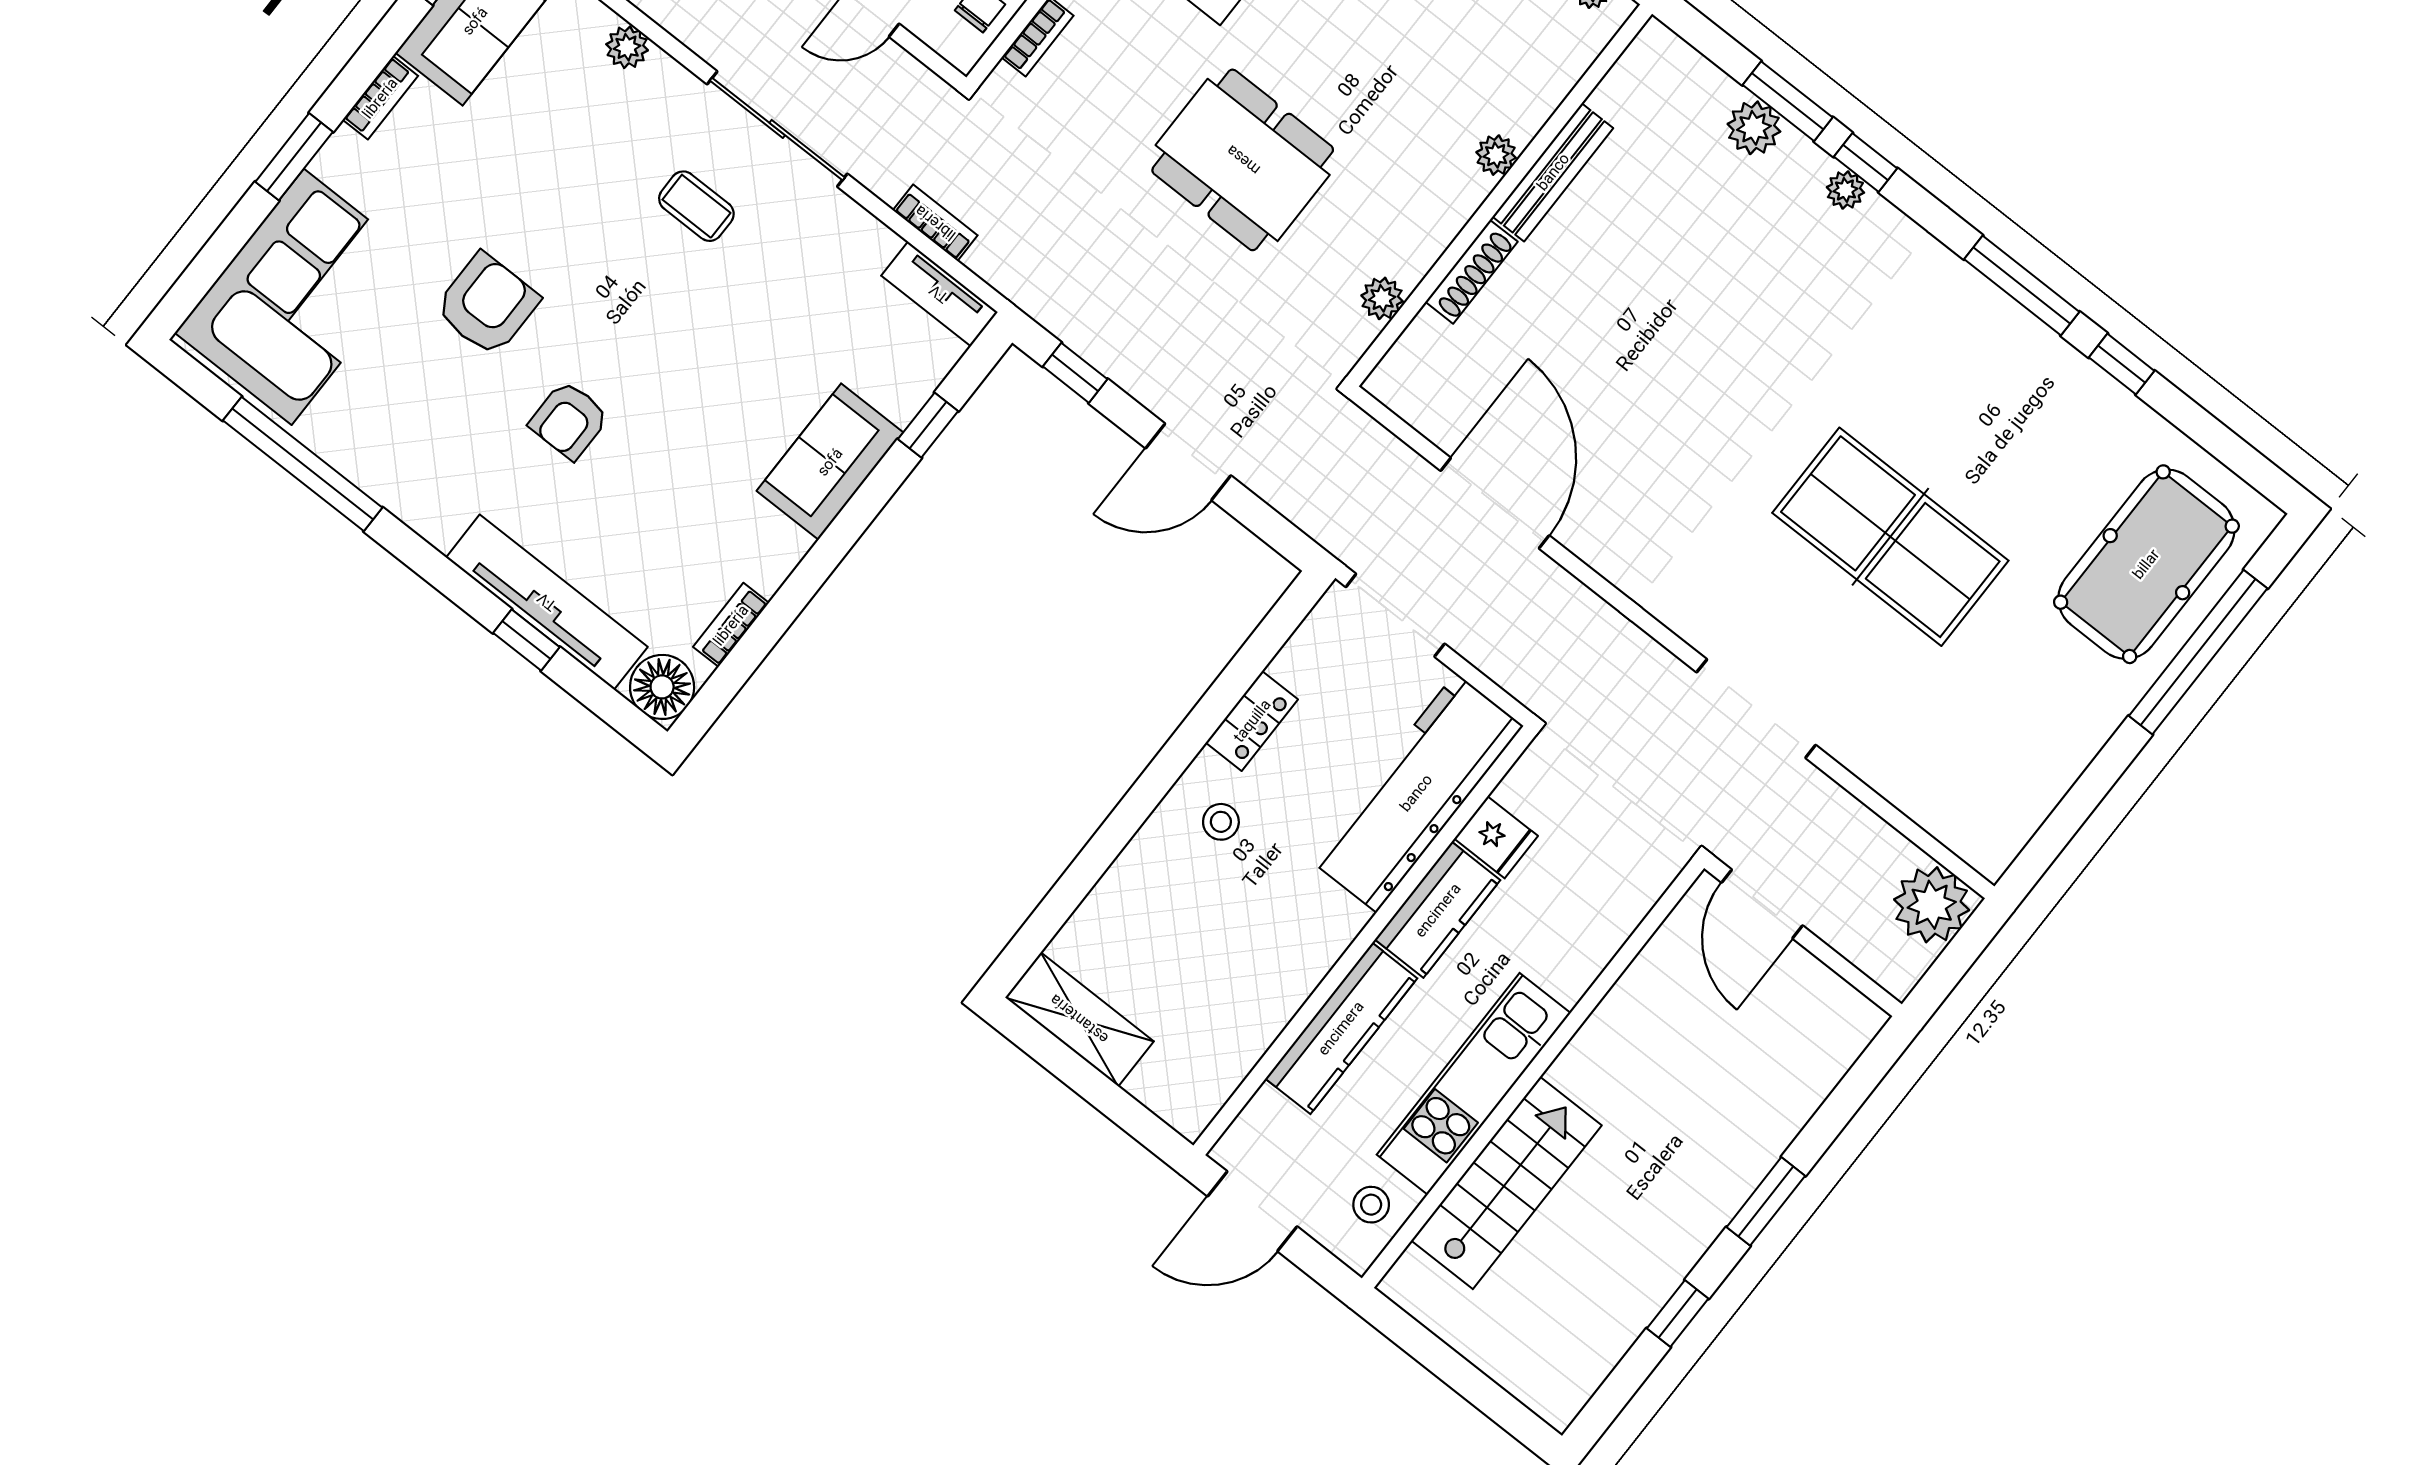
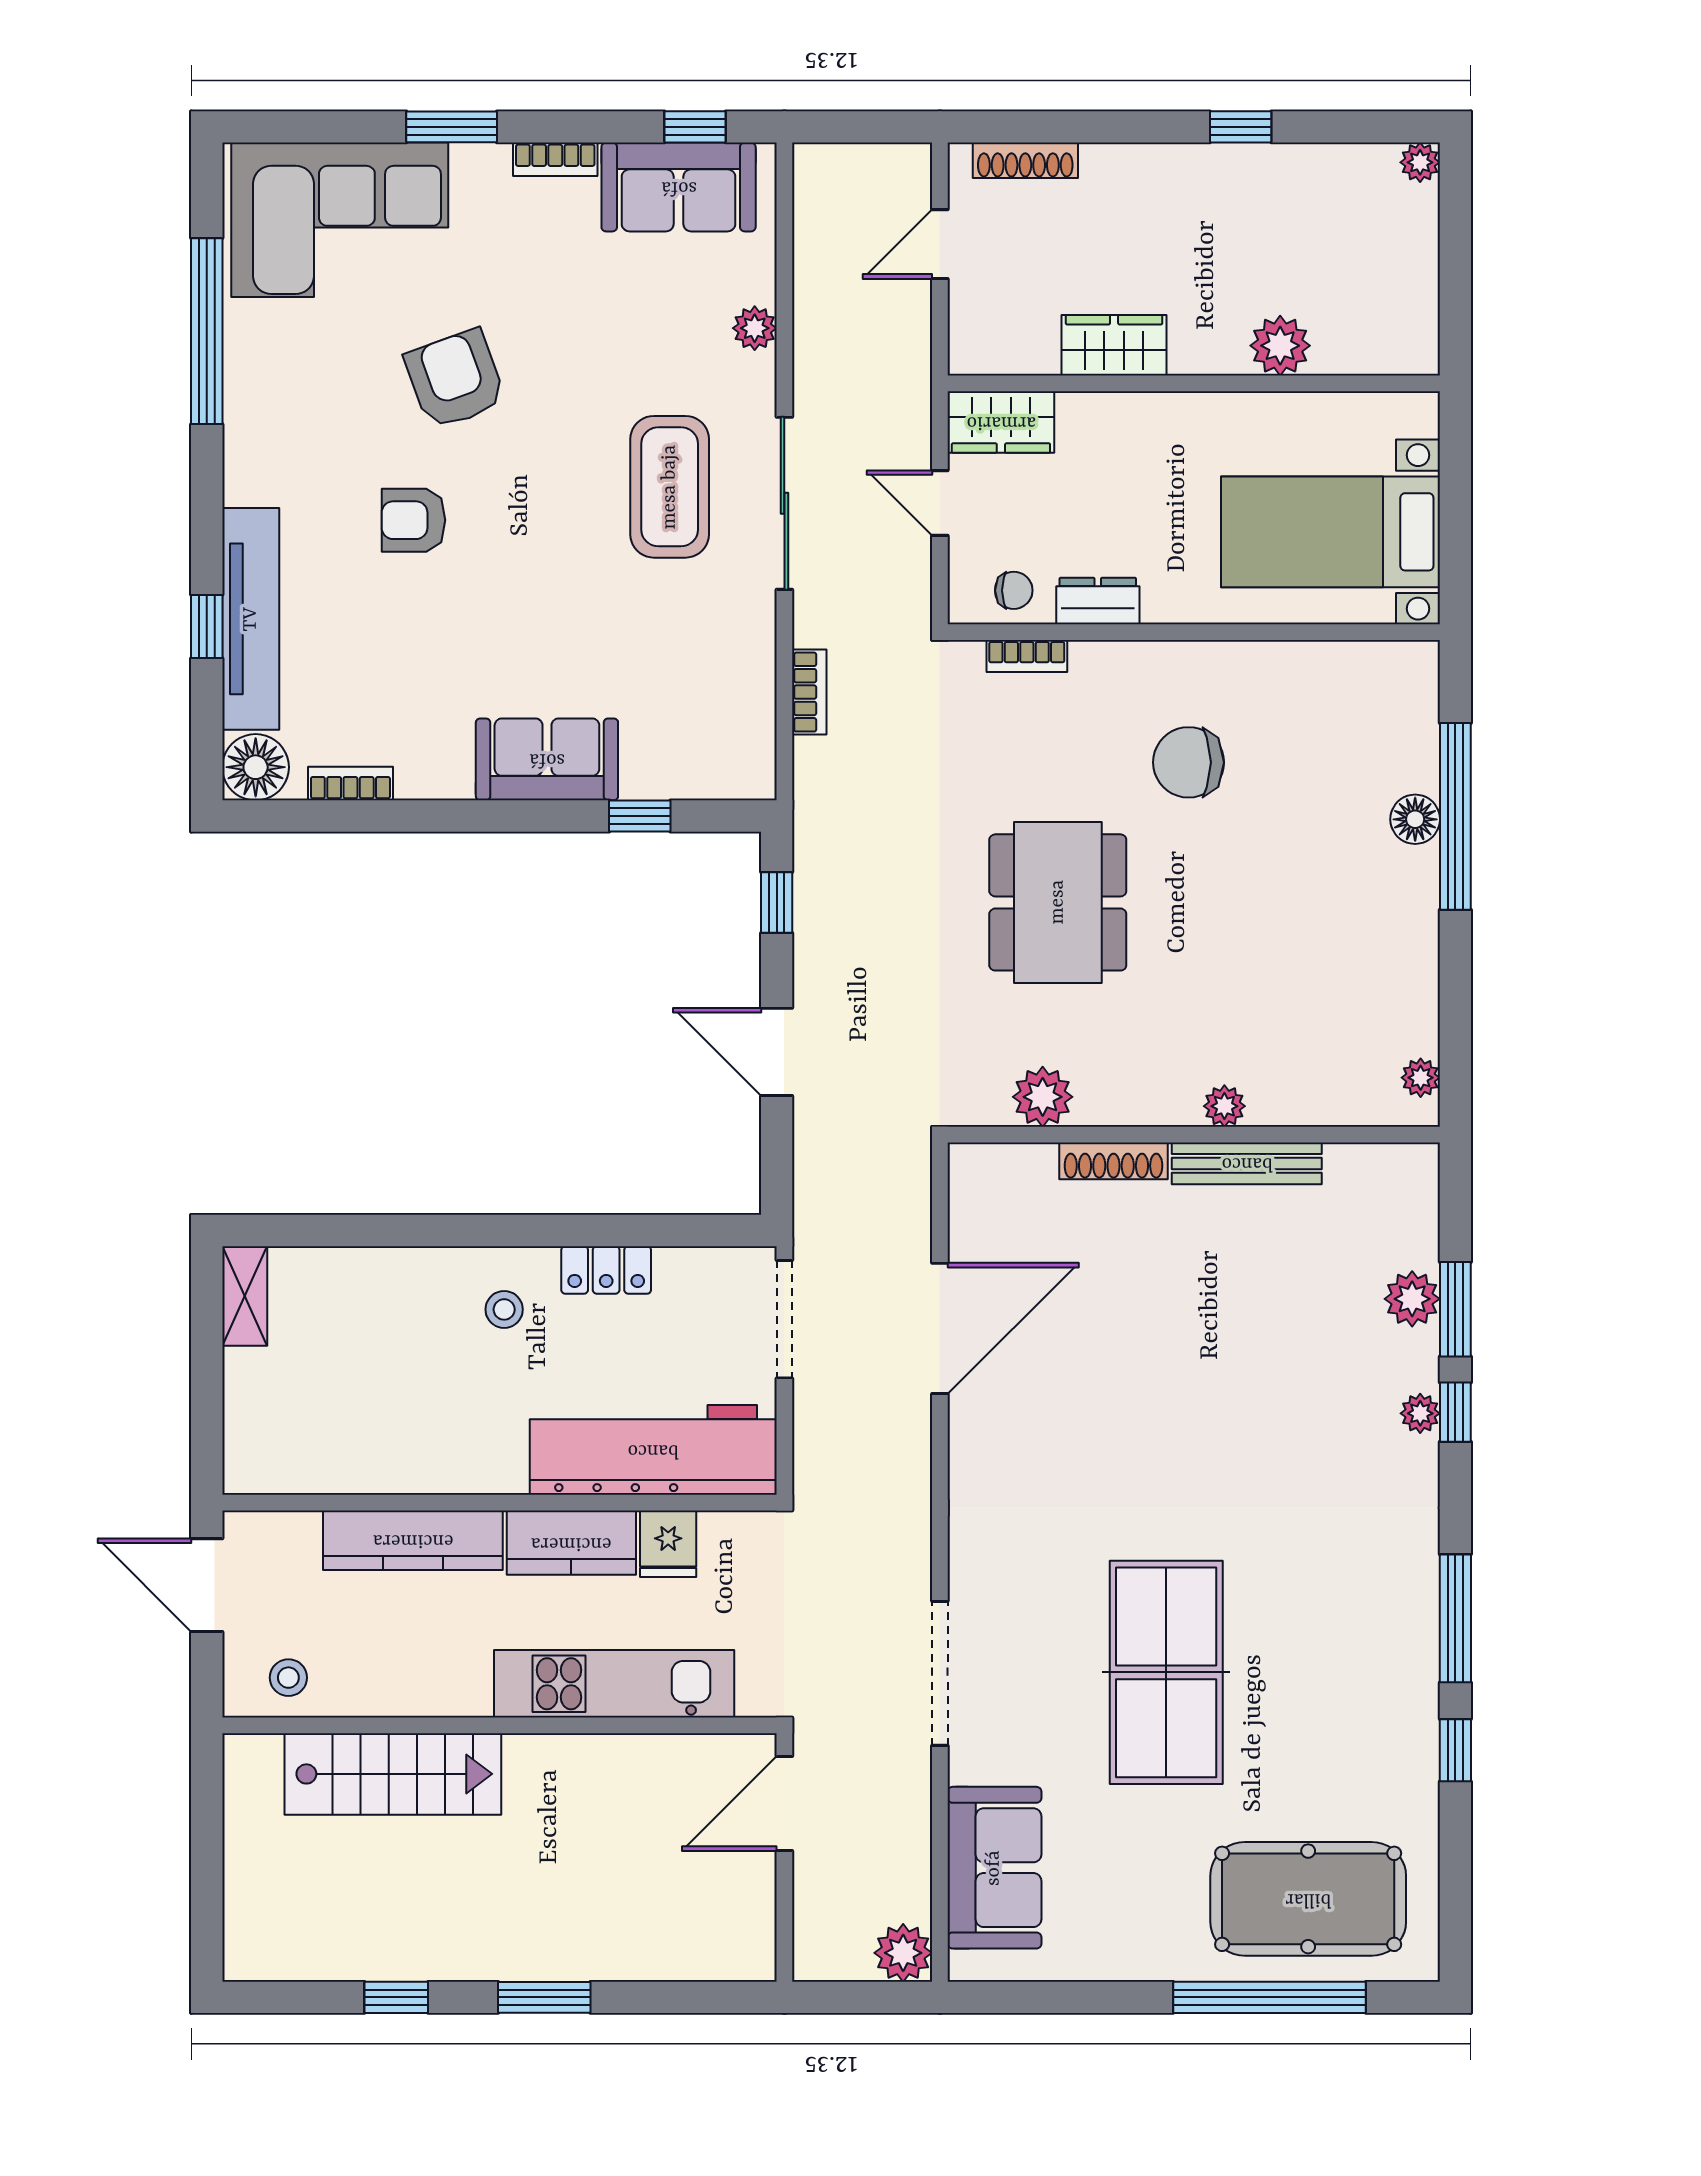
coffee table: (696, 206) -> (670, 487), width x1.86, depth x1.72
tv unit: (939, 294) -> (754, 741), removed
plant: (1382, 298) -> (1043, 1097), width x1.38, depth x1.38
armchair: (487, 304) -> (455, 379), turned -110
sofa: (1936, 783) -> (994, 1868), added
plant: (1932, 905) -> (903, 1953), width x0.73, depth x0.73
shelving: (1079, 1019) -> (245, 1296), width x0.67, depth x0.75
kitchen unit: (1474, 1084) -> (614, 1684), moved

